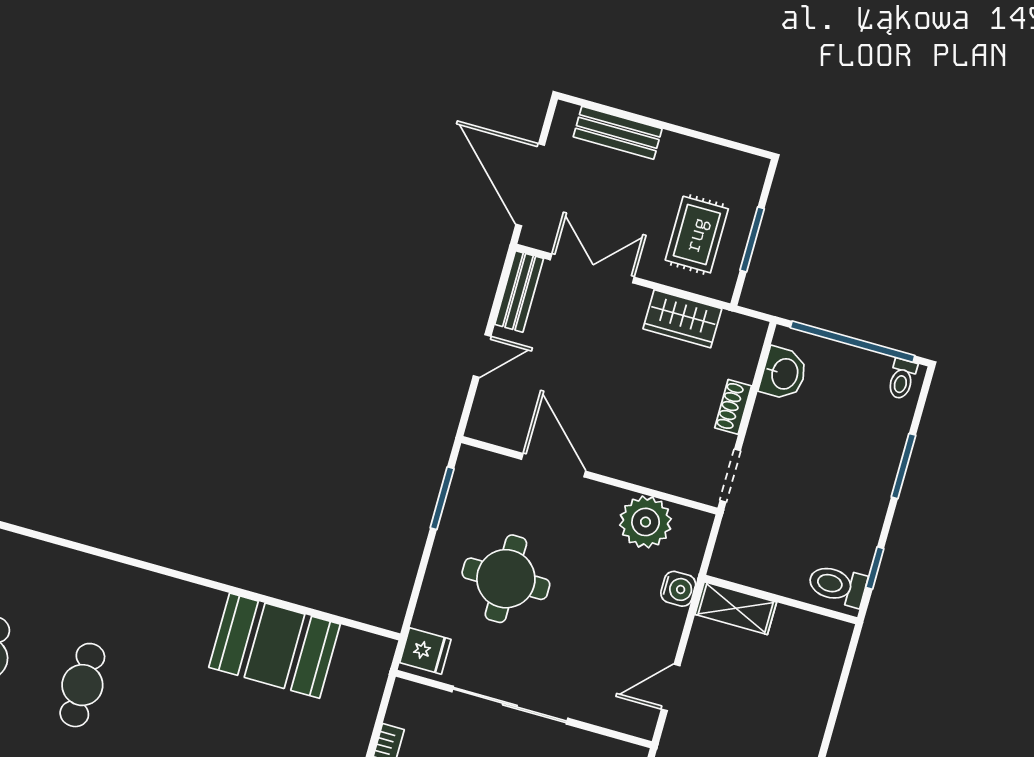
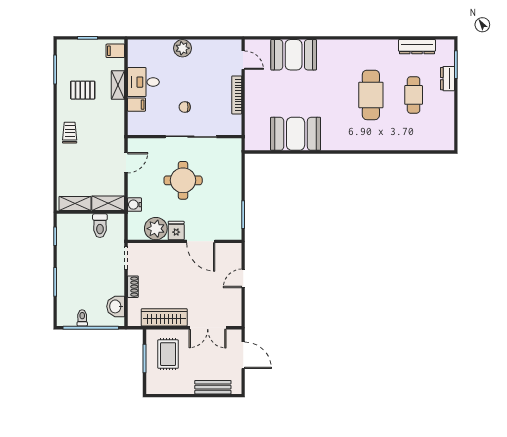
door: (530, 185) -> (243, 355), width x0.73
bench: (519, 291) -> (235, 310), removed
wardrobe: (682, 319) -> (164, 317), width x1.50
toilet: (902, 379) -> (82, 318), moved
round table: (506, 579) -> (183, 180), moved
toilet: (837, 585) -> (100, 226), moved, turned 90
shelving: (810, 629) -> (75, 203), added
fridge: (425, 651) -> (176, 231), moved, turned 90
cafe table: (82, 685) -> (371, 95), width x1.37, depth x1.35

